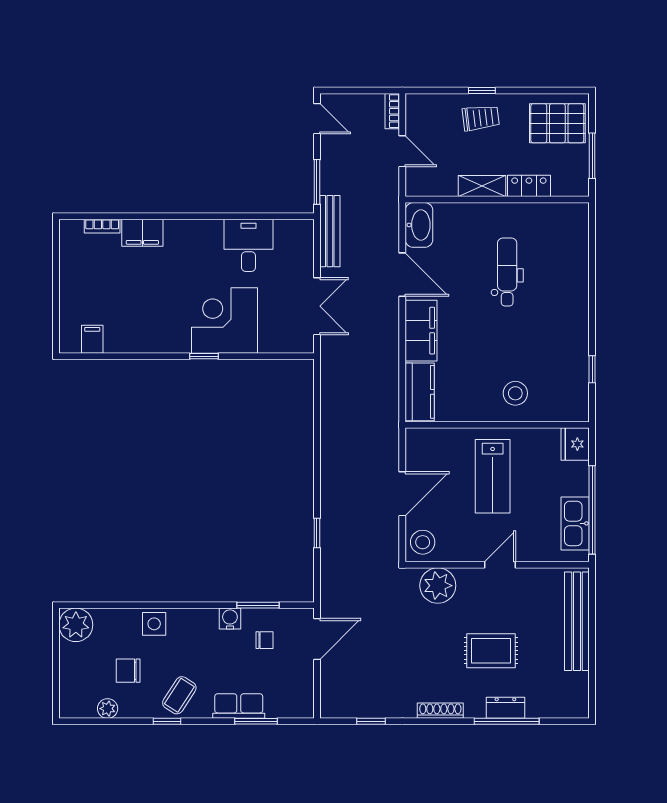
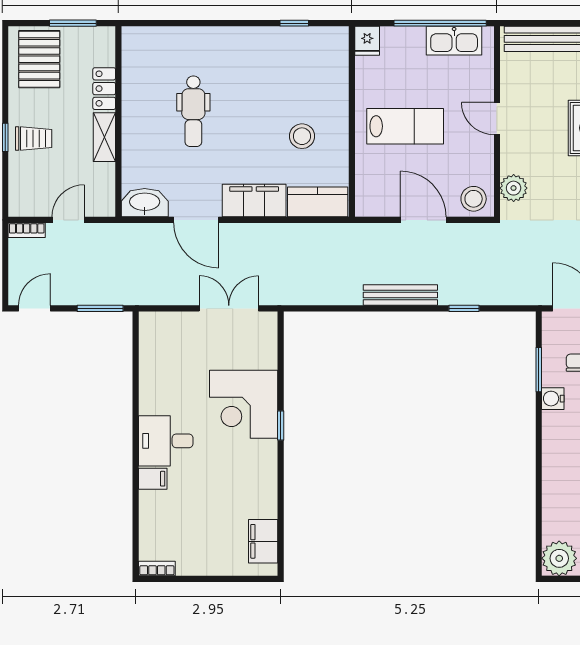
trolley: (481, 118) -> (34, 139), turned 97
bookcase: (102, 226) -> (157, 569), moved, turned -90
bench: (330, 231) -> (400, 295), moved
filing cabinet: (142, 233) -> (153, 479), width x0.50
desk: (248, 245) -> (166, 441), moved
dental chair: (507, 272) -> (193, 111), turned -90
door: (402, 275) -> (196, 220), swing flipped
filing cabinet: (92, 339) -> (263, 541), width x2.00
stool: (515, 393) -> (302, 136), moved
fridge: (575, 444) -> (367, 41), width x0.72
plant: (438, 586) -> (514, 188), width x0.73, depth x0.73
side table: (154, 624) -> (558, 477), removed

